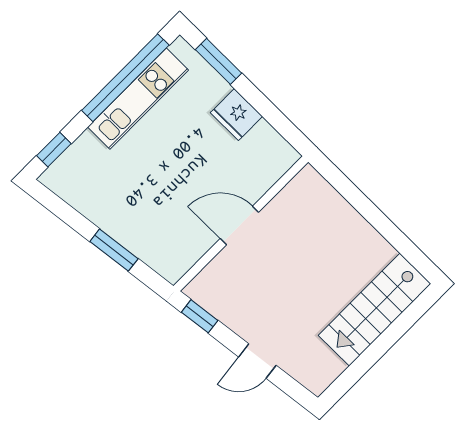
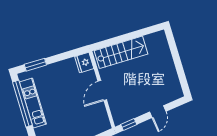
fridge: (236, 115) -> (84, 63), moved, turned 90
stairs: (375, 310) -> (121, 52), moved, turned -90

